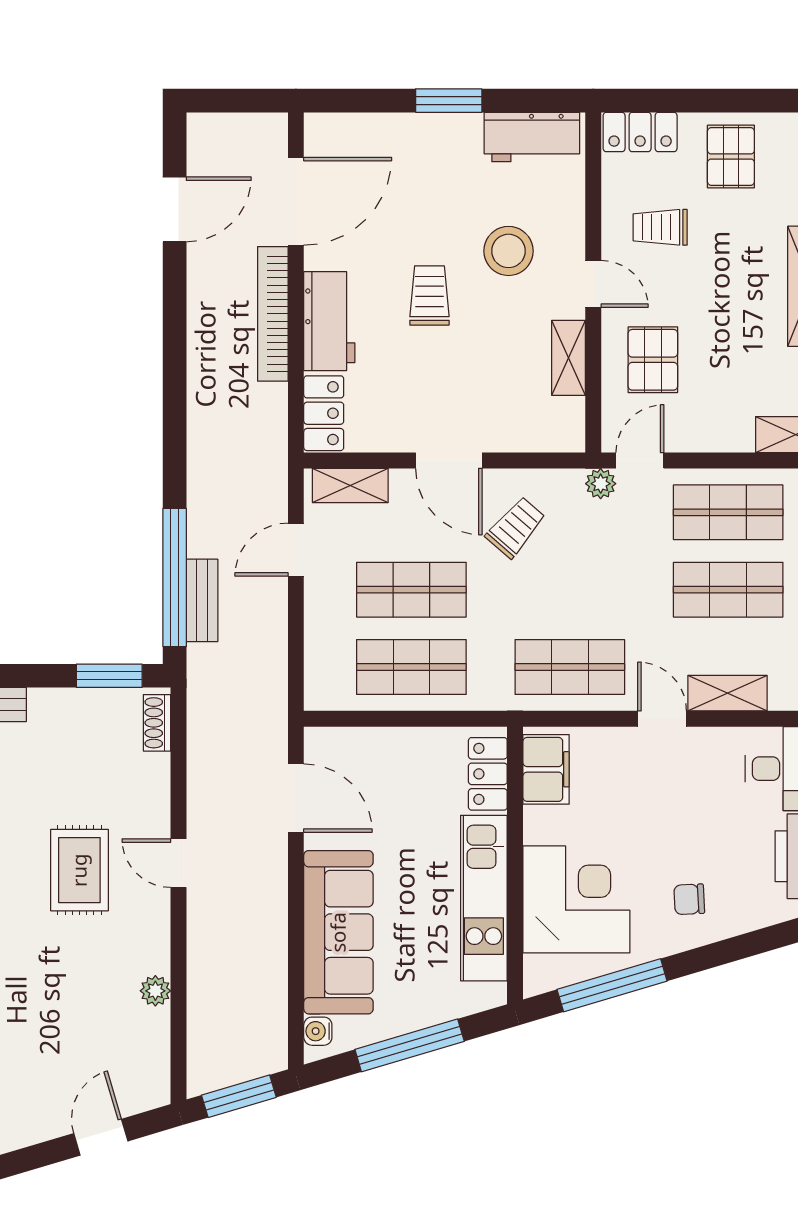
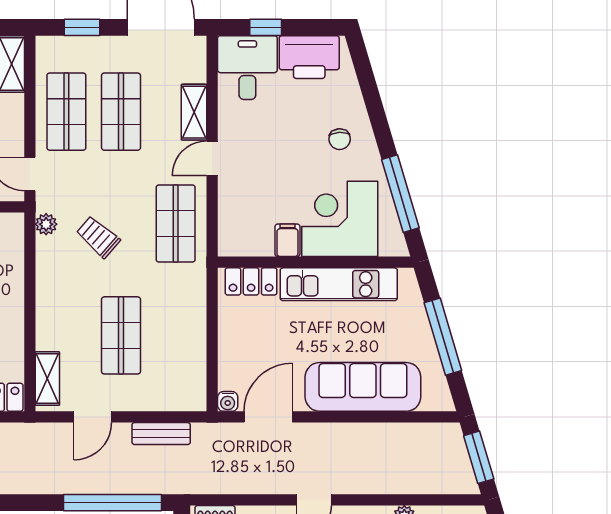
door: (449, 461) -> (30, 309), removed
plant: (601, 484) -> (46, 224), moved
trolley: (516, 527) -> (98, 237), moved
door: (296, 550) -> (93, 417), hinge flipped
bench: (202, 600) -> (161, 434), moved
shop shelf: (411, 667) -> (176, 335), removed
filing cabinet: (546, 769) -> (287, 240), moved, width x0.50
water cooler: (318, 1031) -> (228, 401), moved

